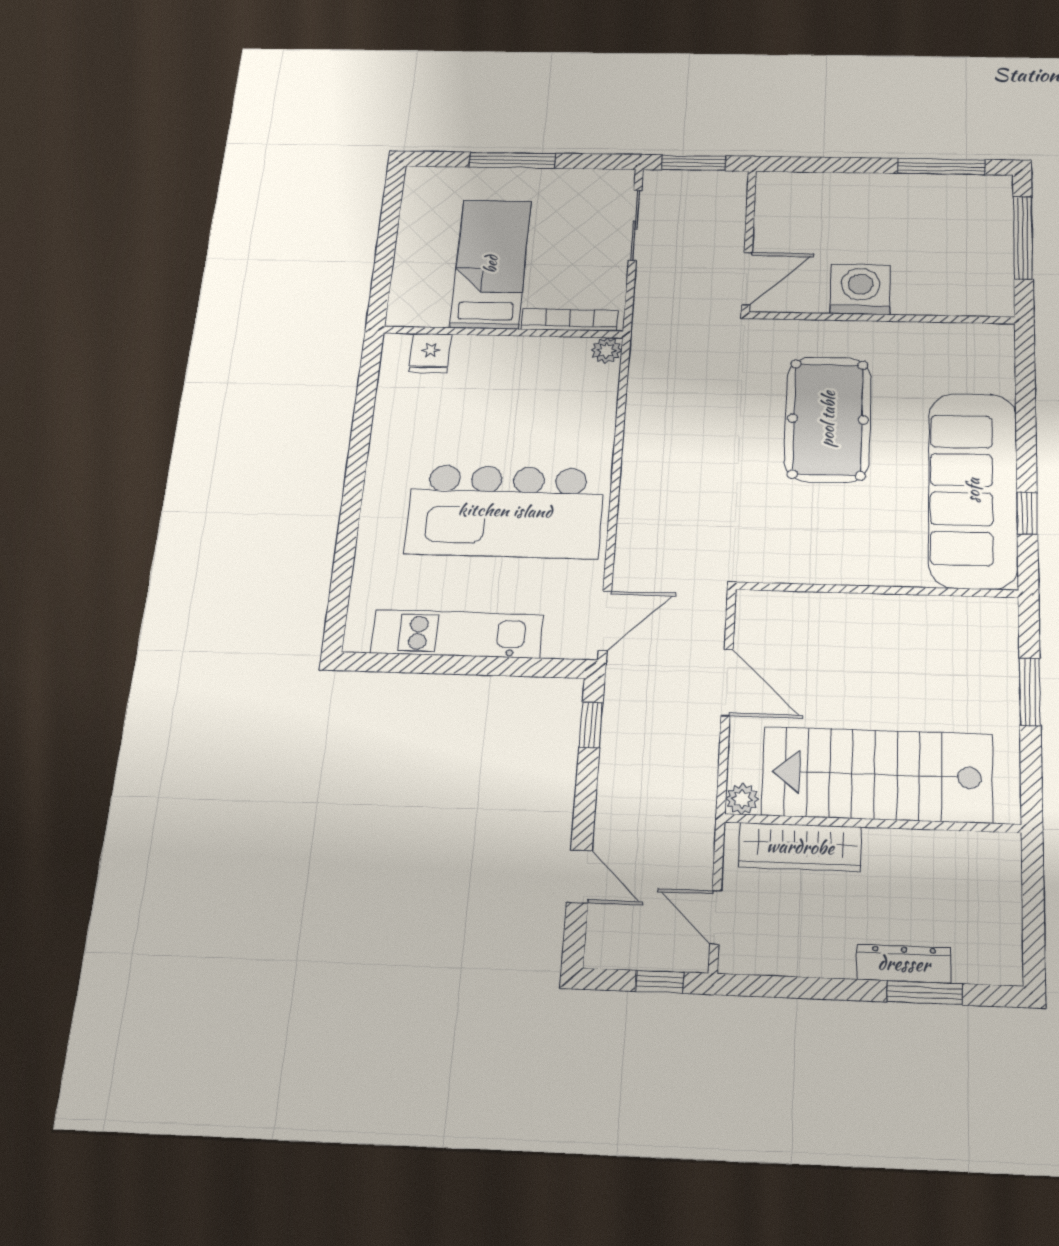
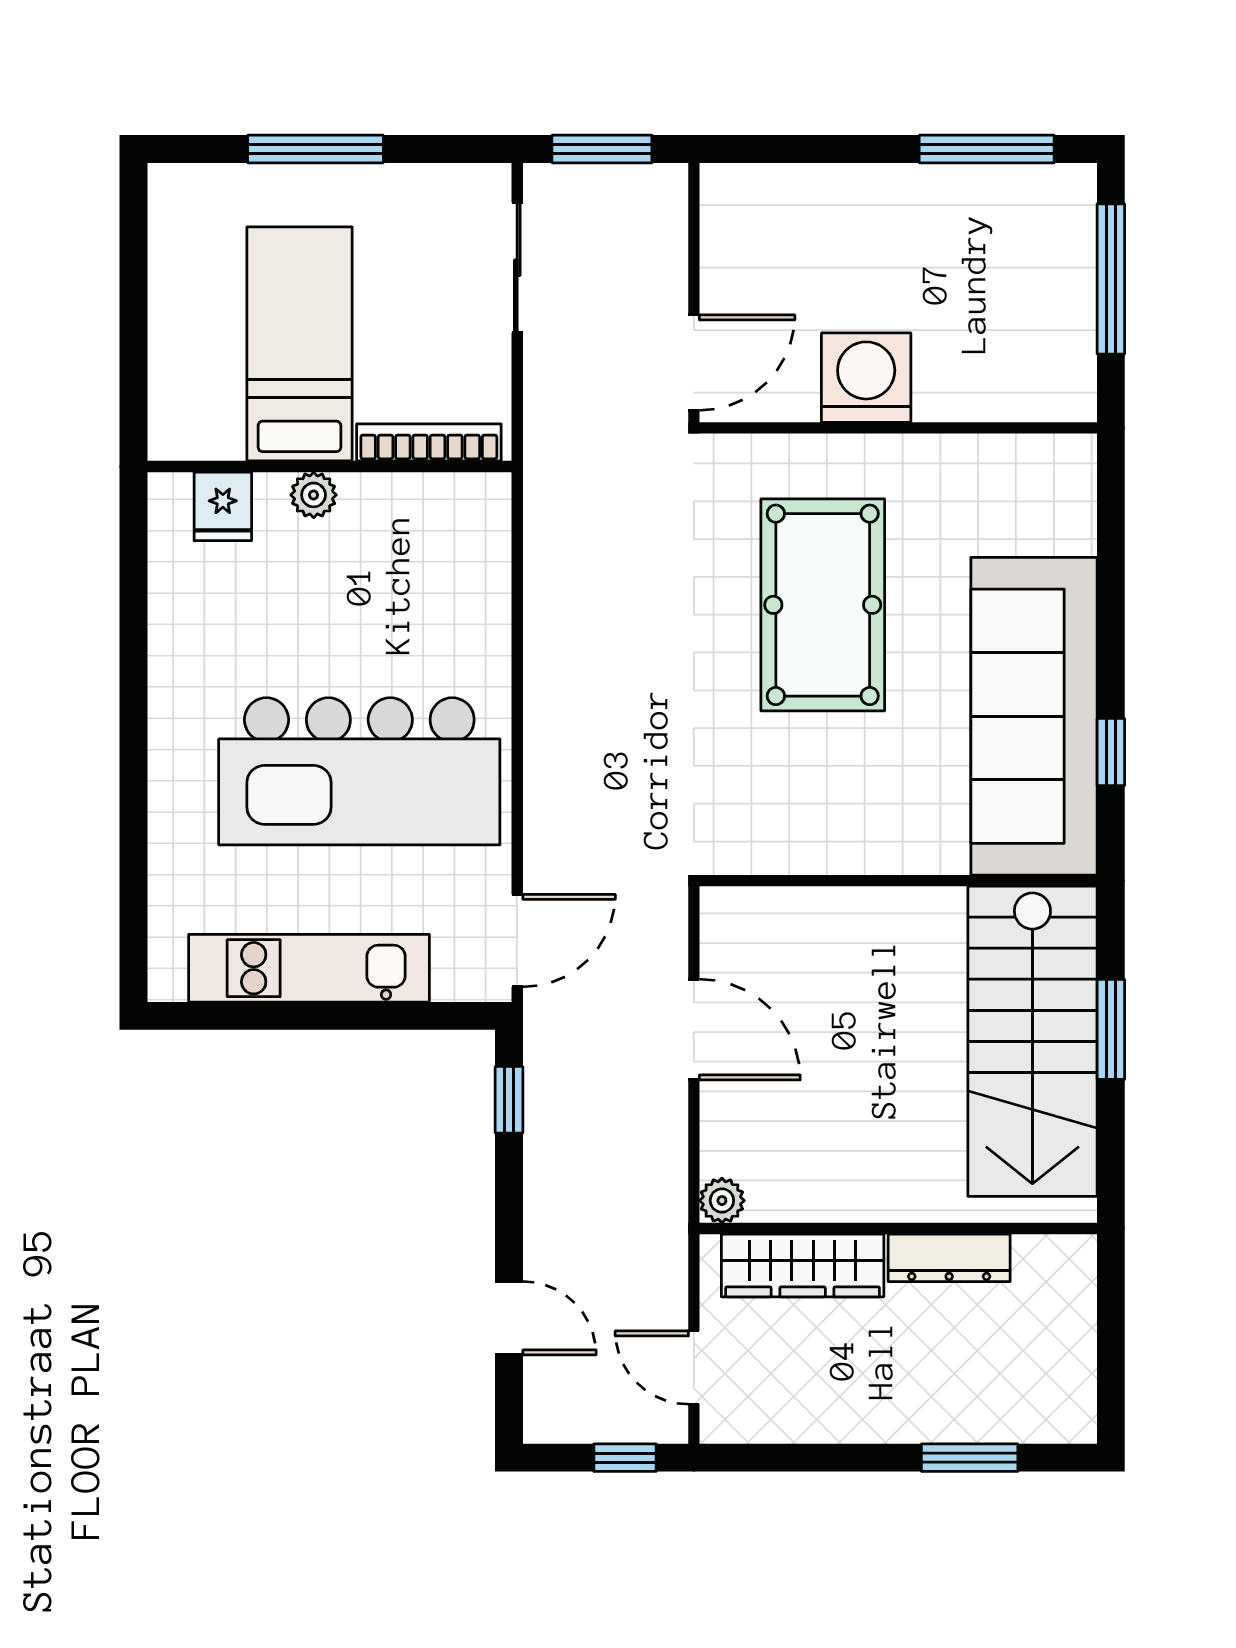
plant: (606, 350) -> (314, 495), moved
stairs: (877, 775) -> (1032, 1041), moved, turned -90
dresser: (904, 964) -> (949, 1258), moved, turned 180

